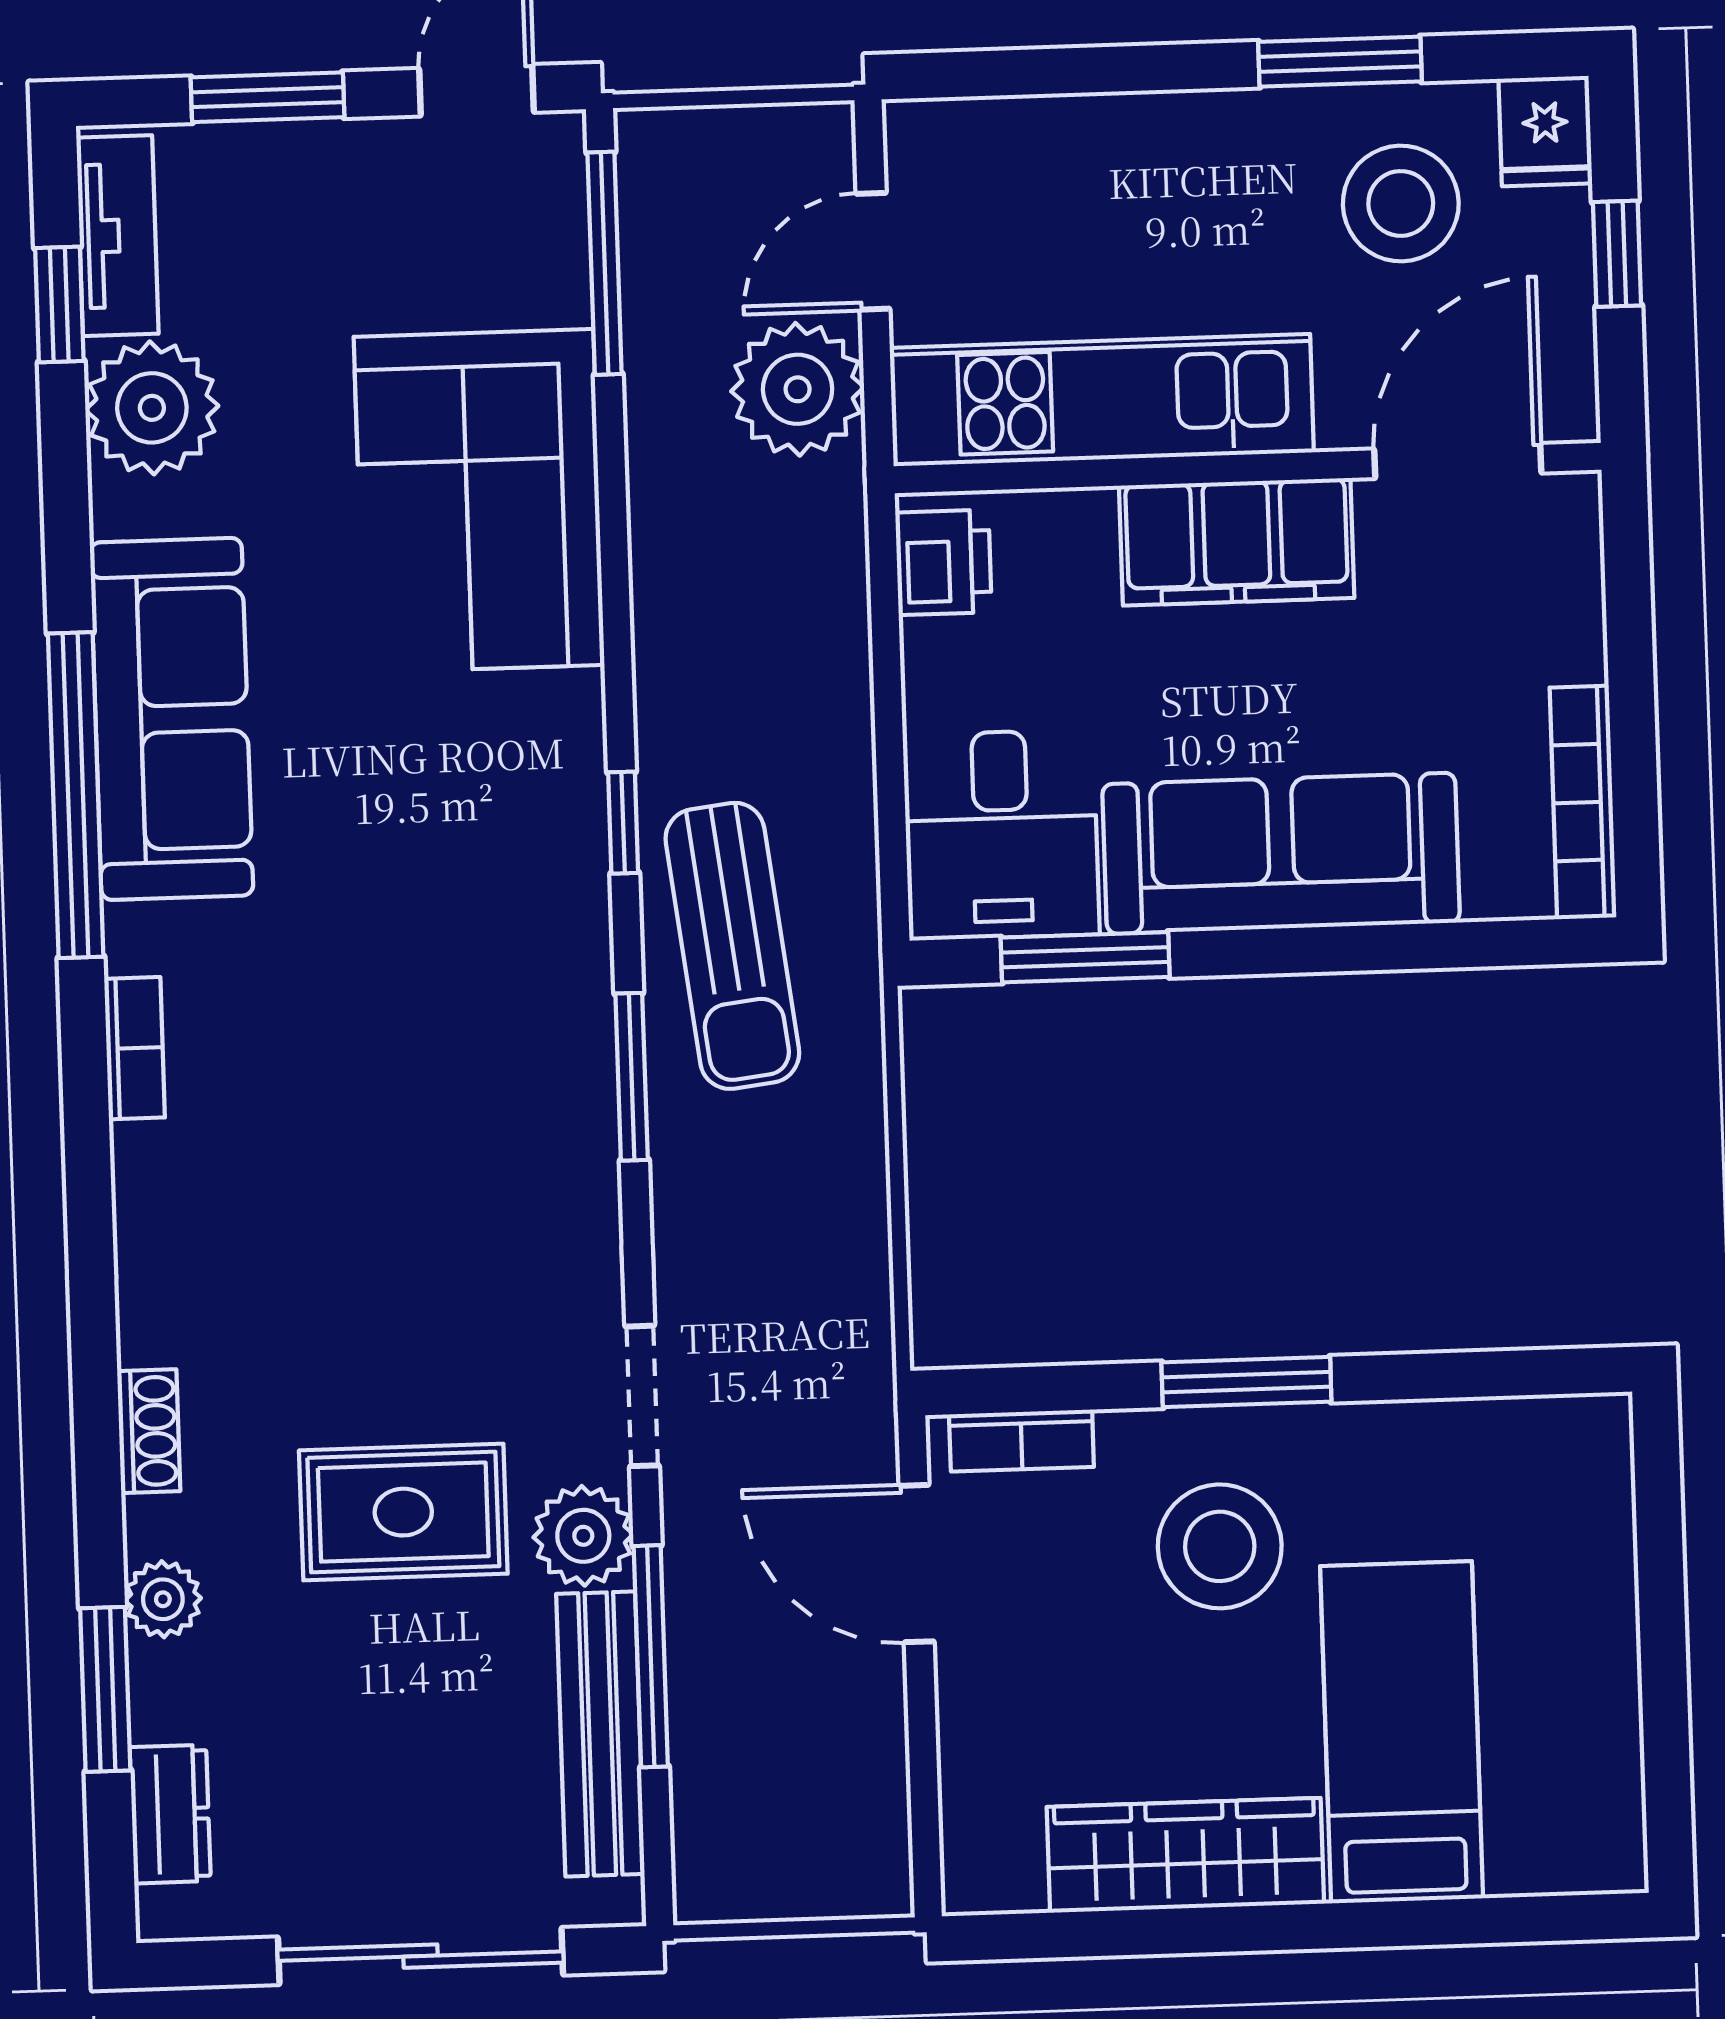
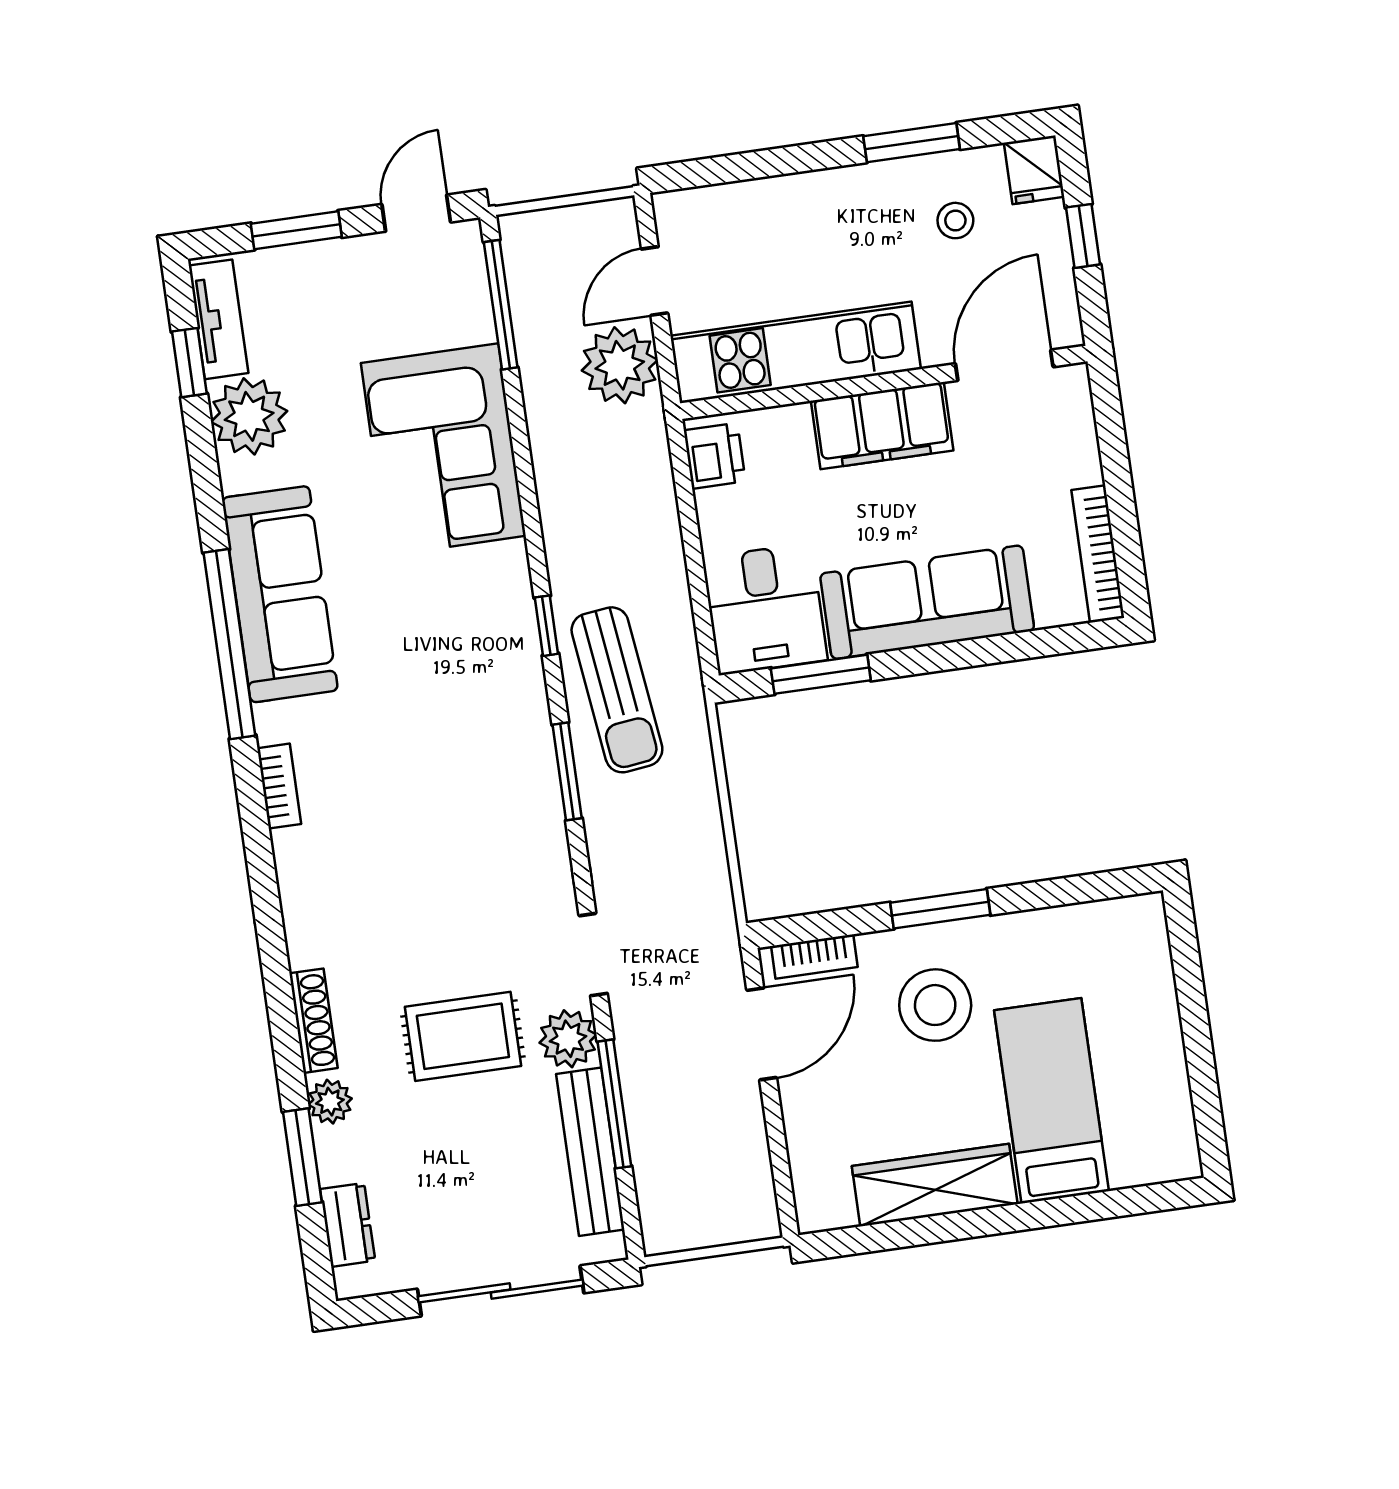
stool: (1401, 203) -> (955, 221), width x0.53, depth x0.53
shoe rack: (149, 1431) -> (313, 1021), width x1.43
door: (917, 1564) -> (762, 1034), swing flipped

